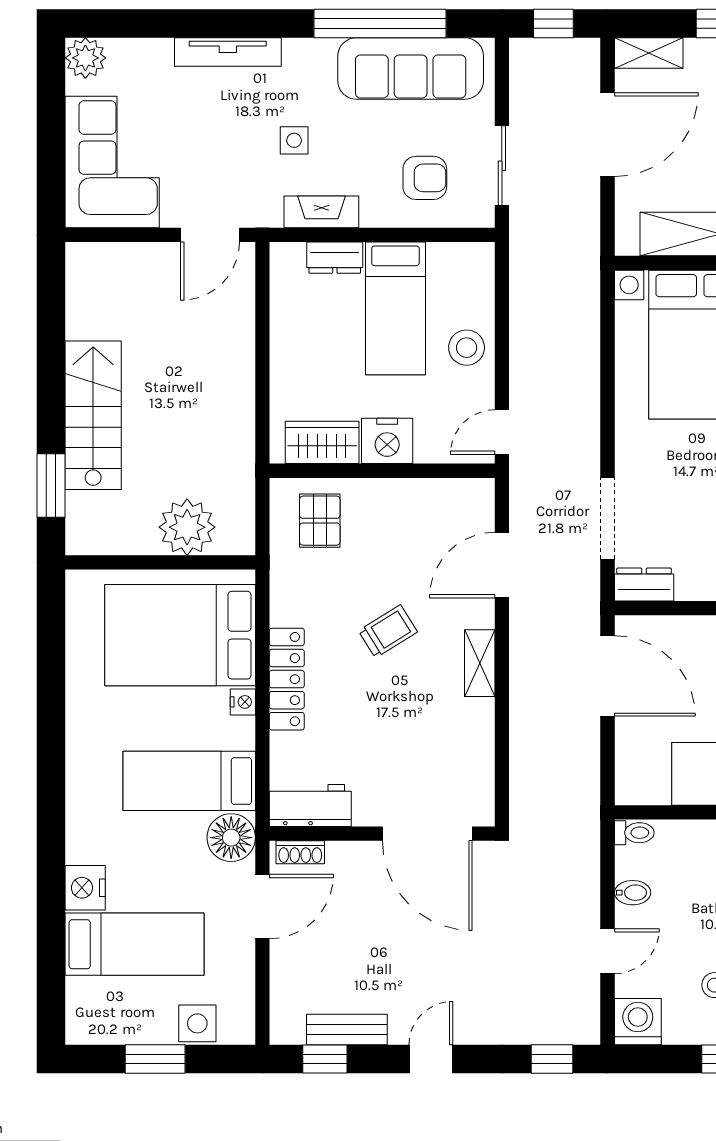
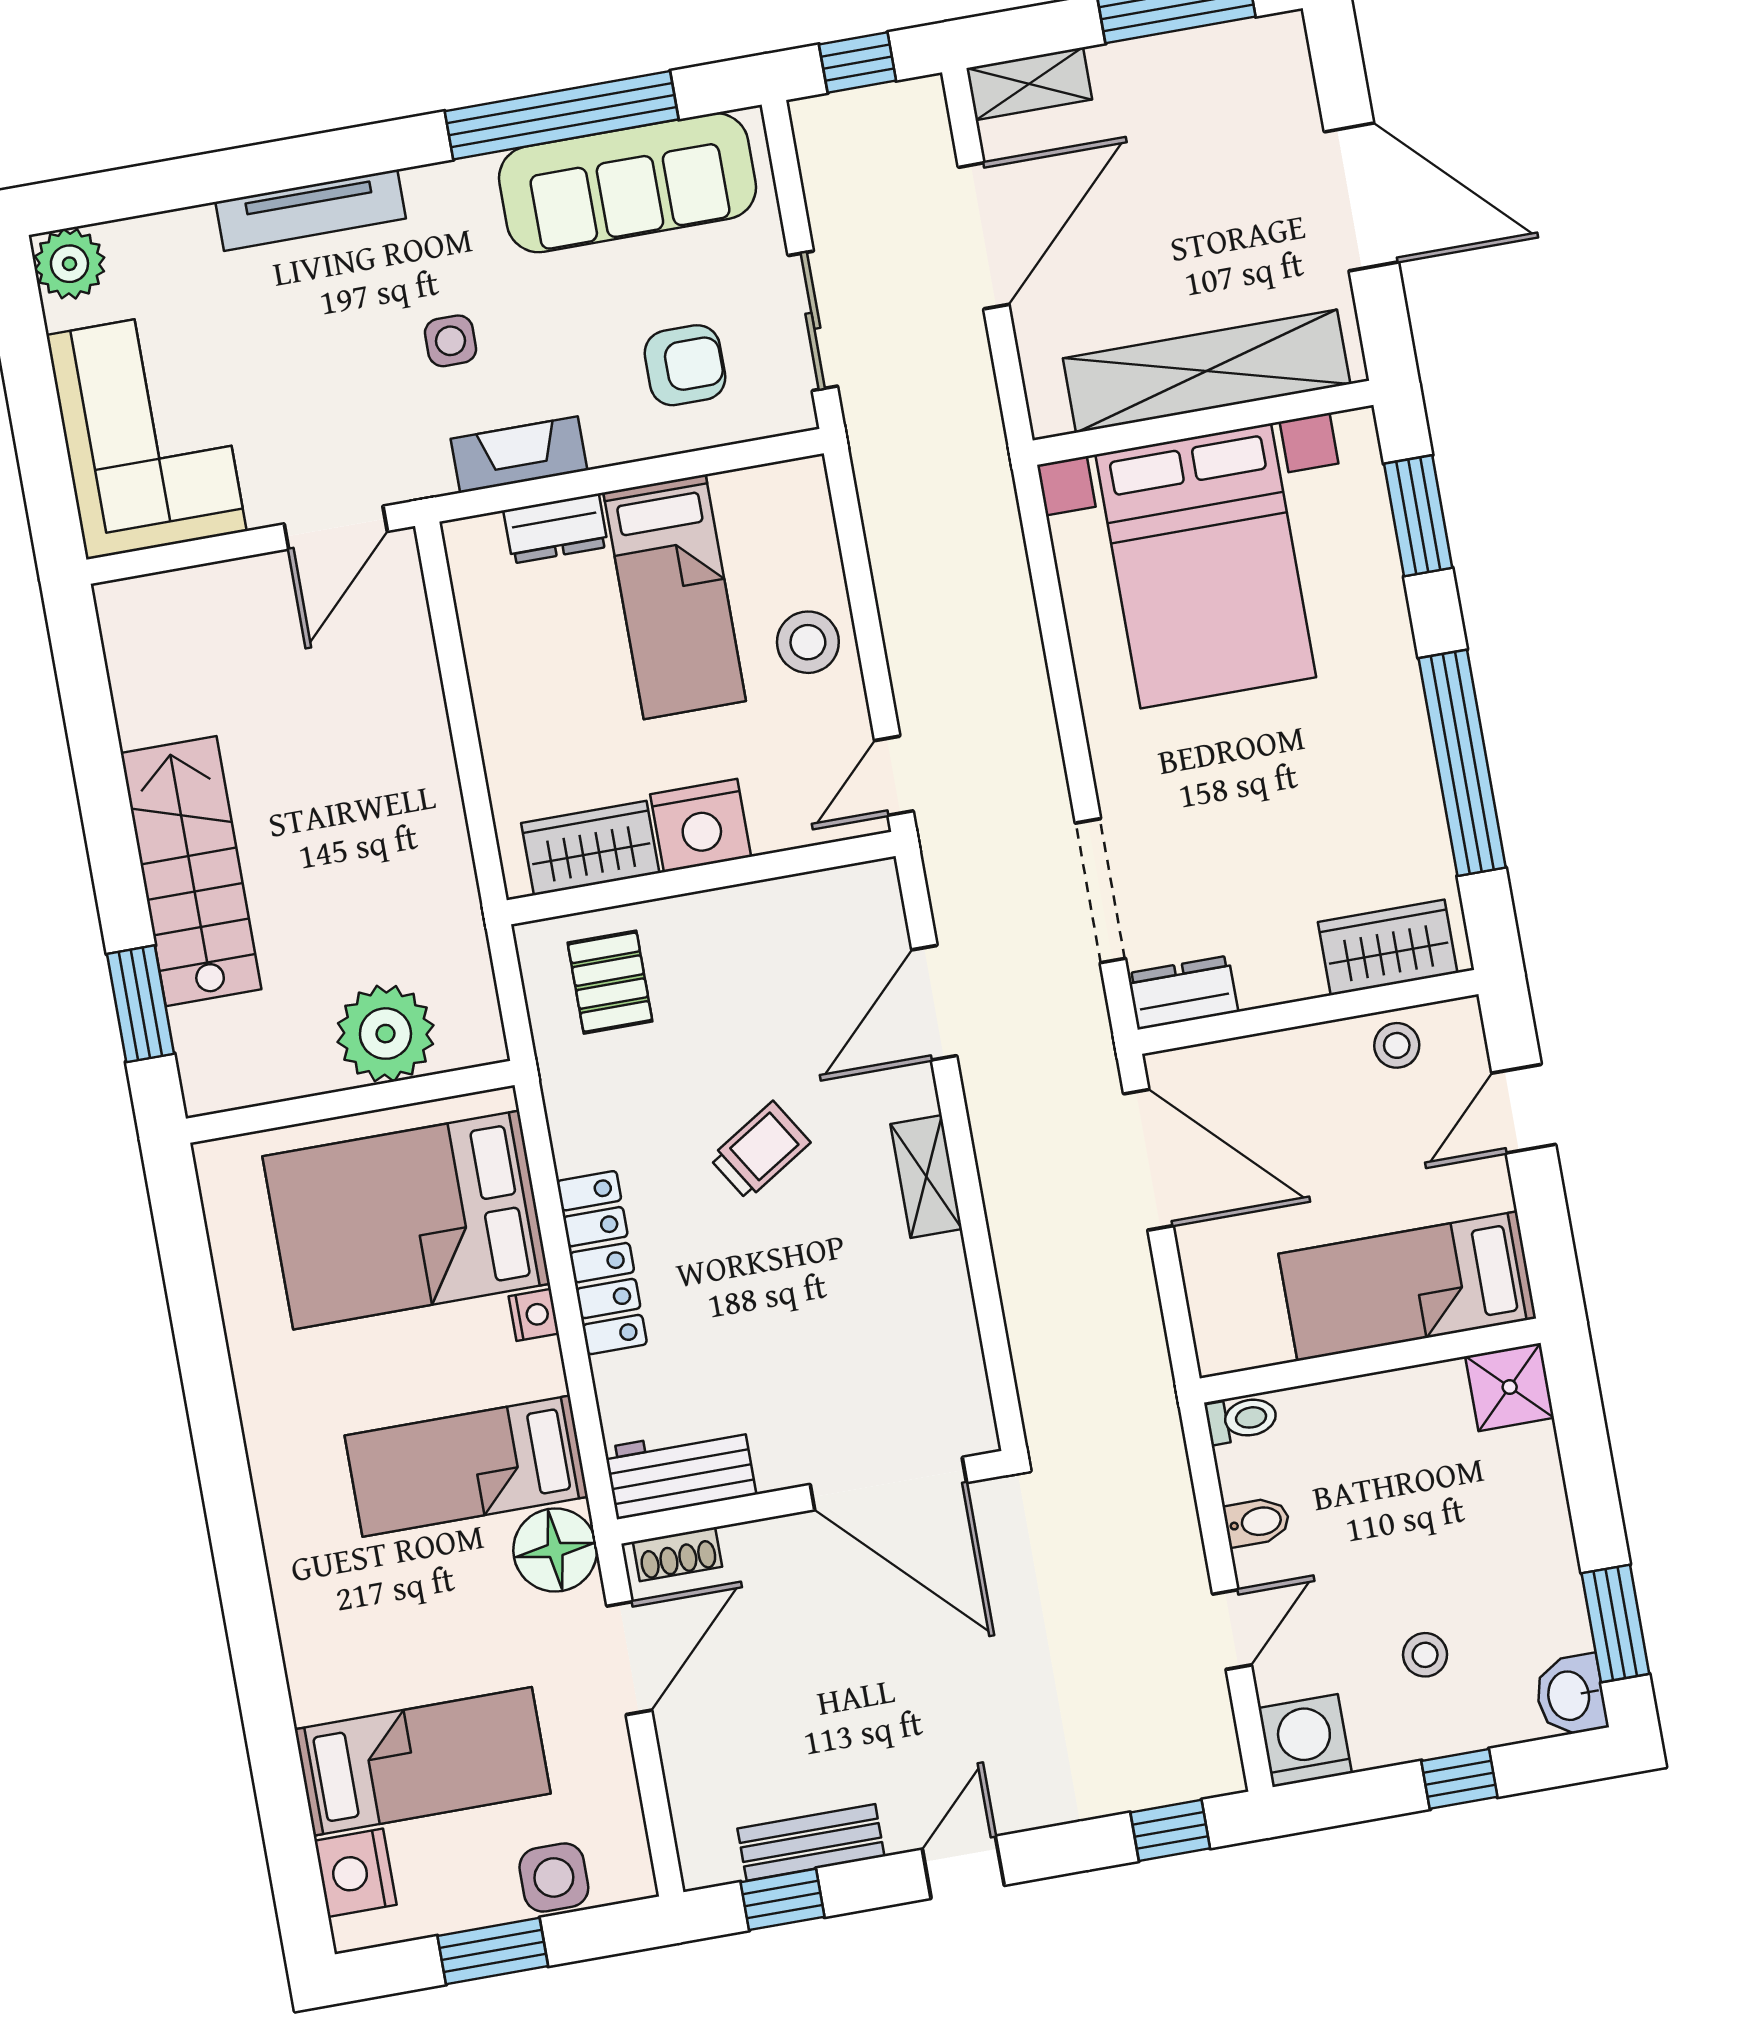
nightstand: (85, 888) -> (356, 1873), moved

